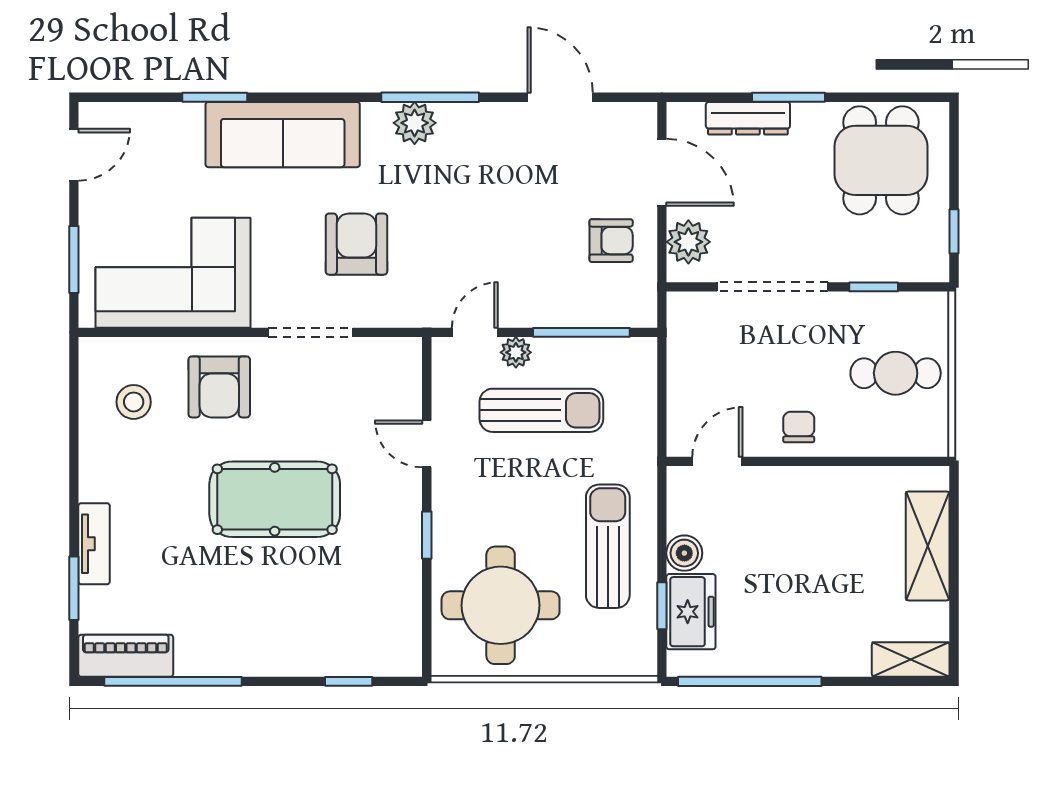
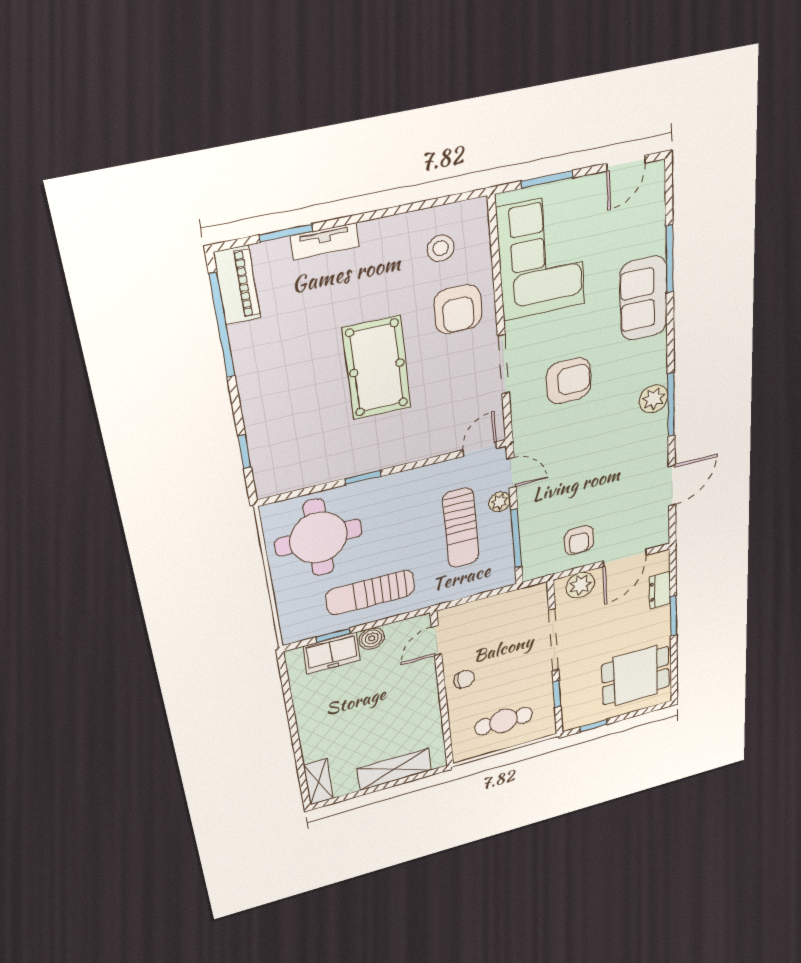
window: (215, 97) -> (670, 259), width x1.44
dresser: (748, 118) -> (660, 590), width x0.70
sofa: (283, 135) -> (644, 298), width x0.73
door: (74, 155) -> (626, 163), hinge flipped
cafe table: (896, 373) -> (504, 721), turned 90
armchair: (219, 387) -> (458, 309), turned -90
door: (427, 444) -> (480, 449), moved
door: (717, 461) -> (436, 641), swing flipped
sun lounger: (608, 546) -> (370, 592), turned 180
window: (750, 681) -> (288, 700), removed

